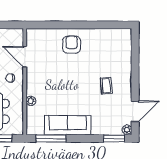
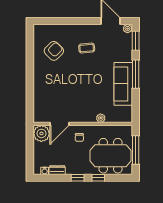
plant: (14, 37) -> (41, 133), added
armchair: (72, 45) -> (54, 51), moved, turned 135
window: (51, 138) -> (136, 74), moved

